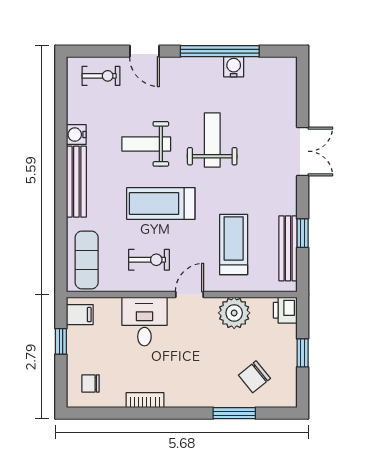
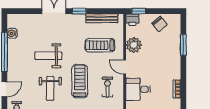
water cooler: (234, 67) -> (12, 33), moved
treadmill: (161, 204) -> (80, 81), turned 180
window: (303, 233) -> (79, 11), moved
window: (303, 353) -> (139, 11), moved
chair: (254, 377) -> (159, 24), moved

